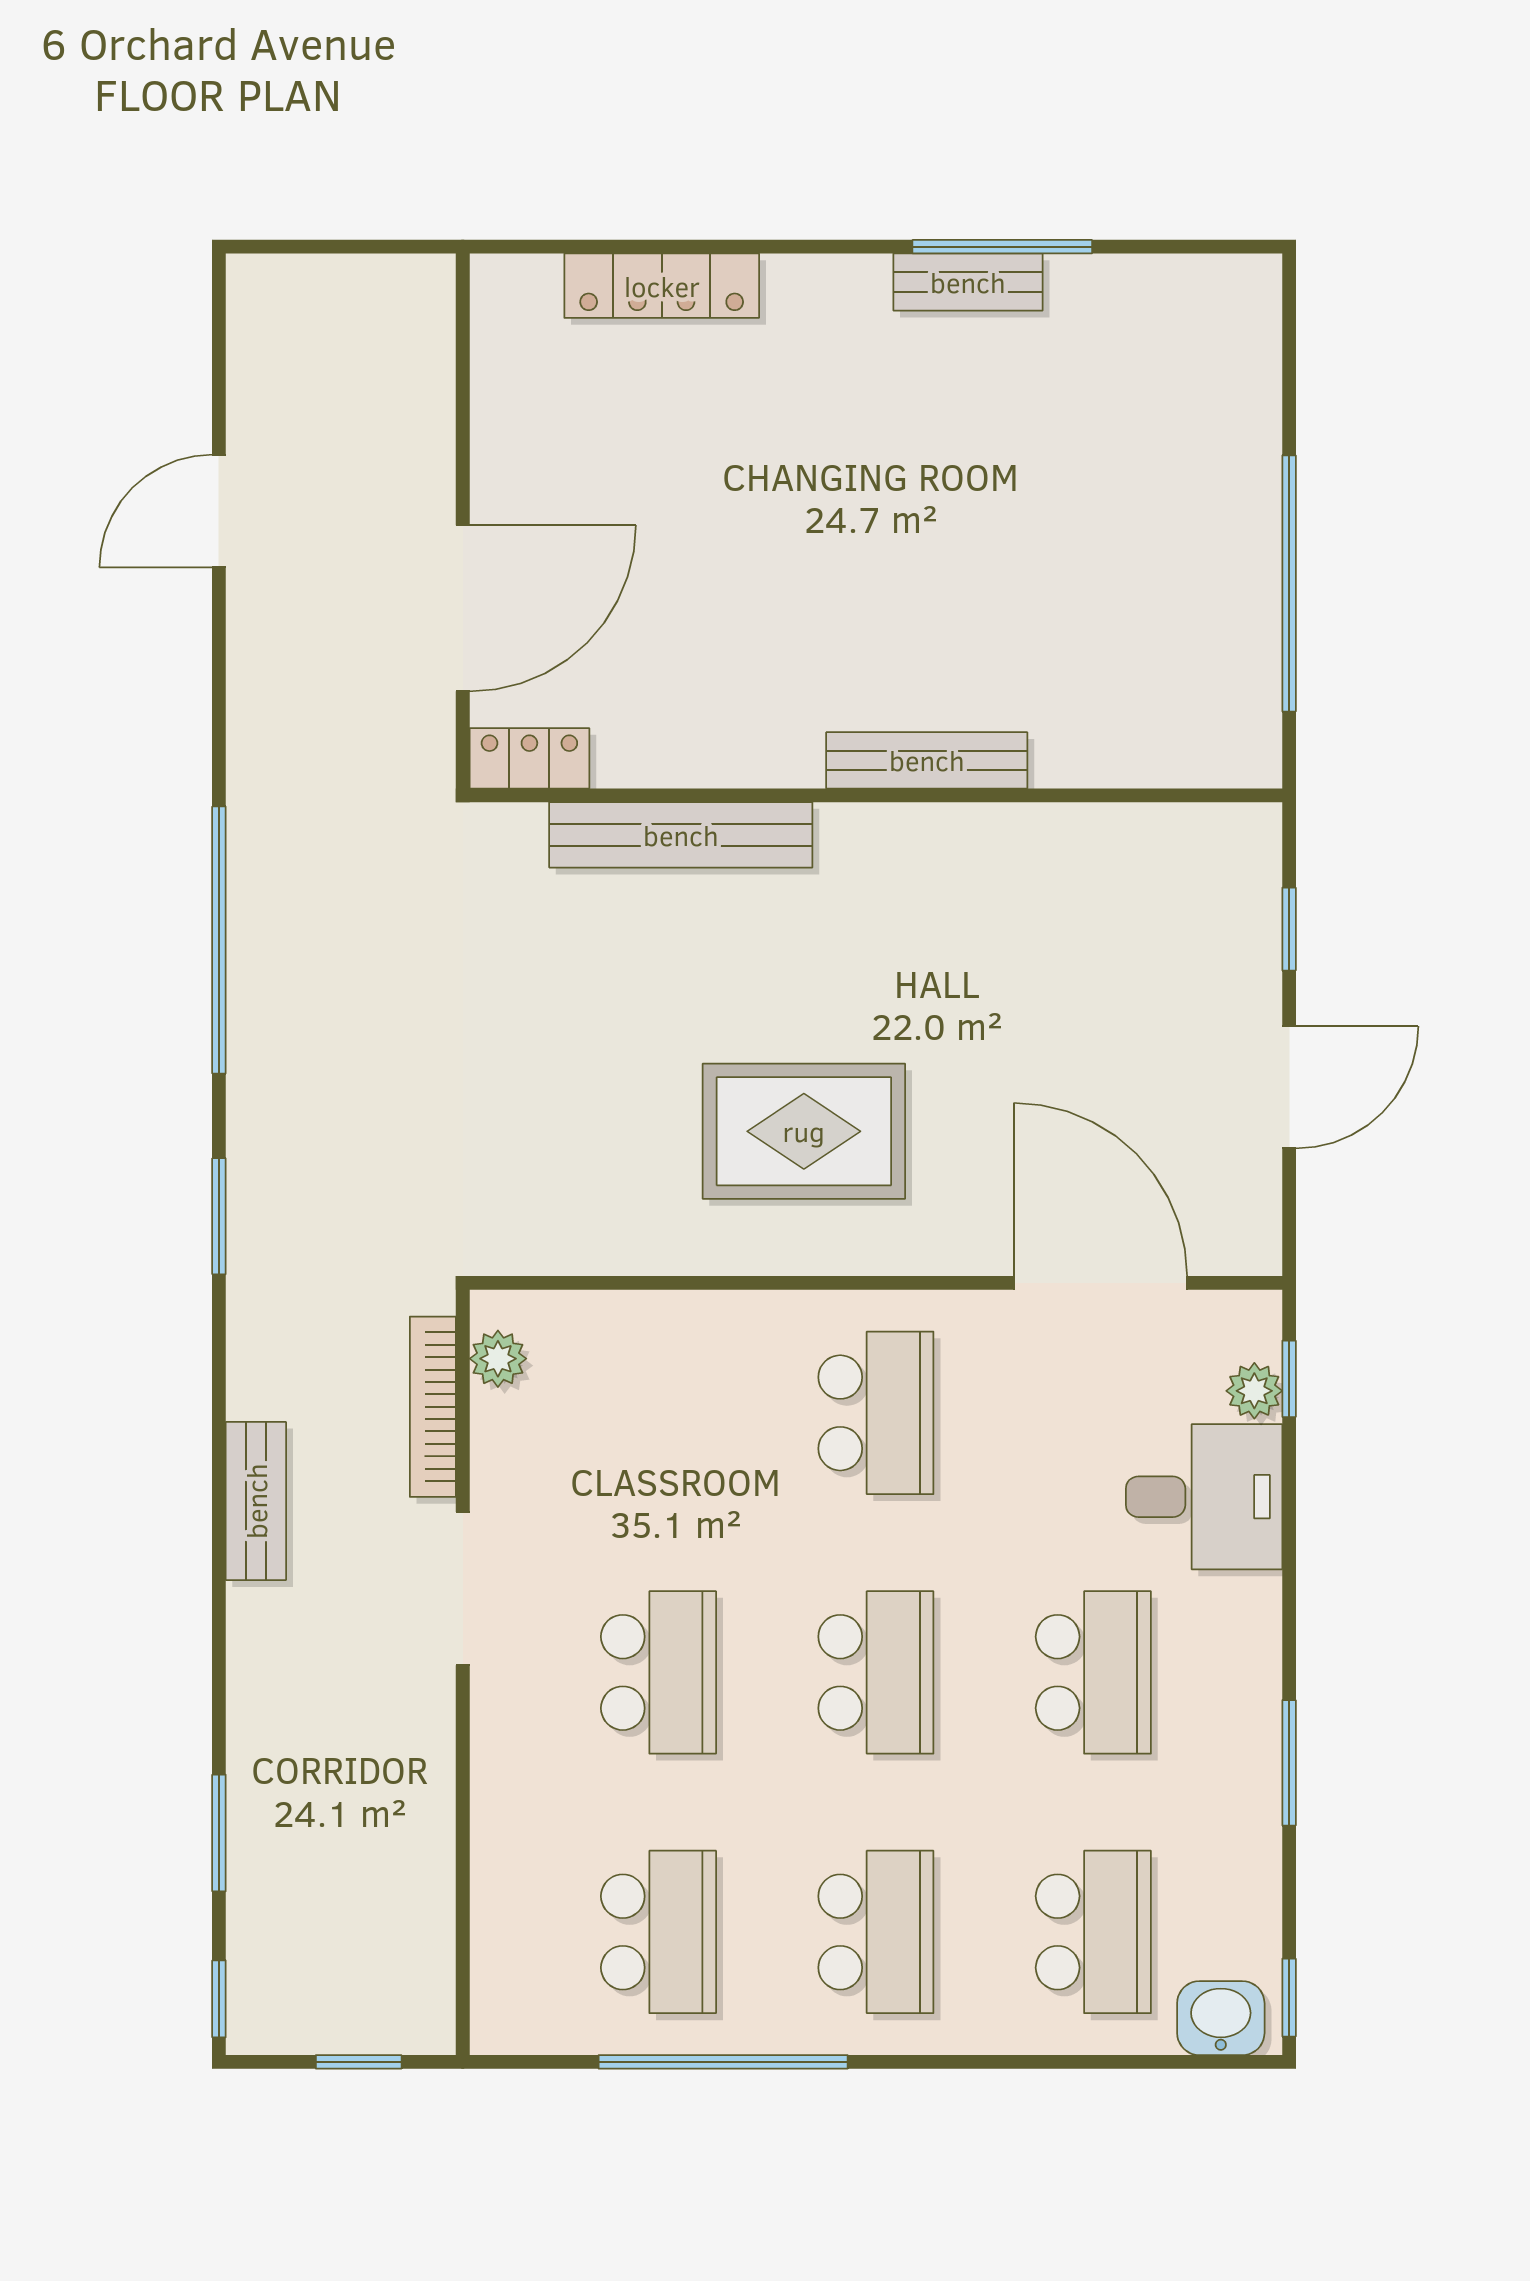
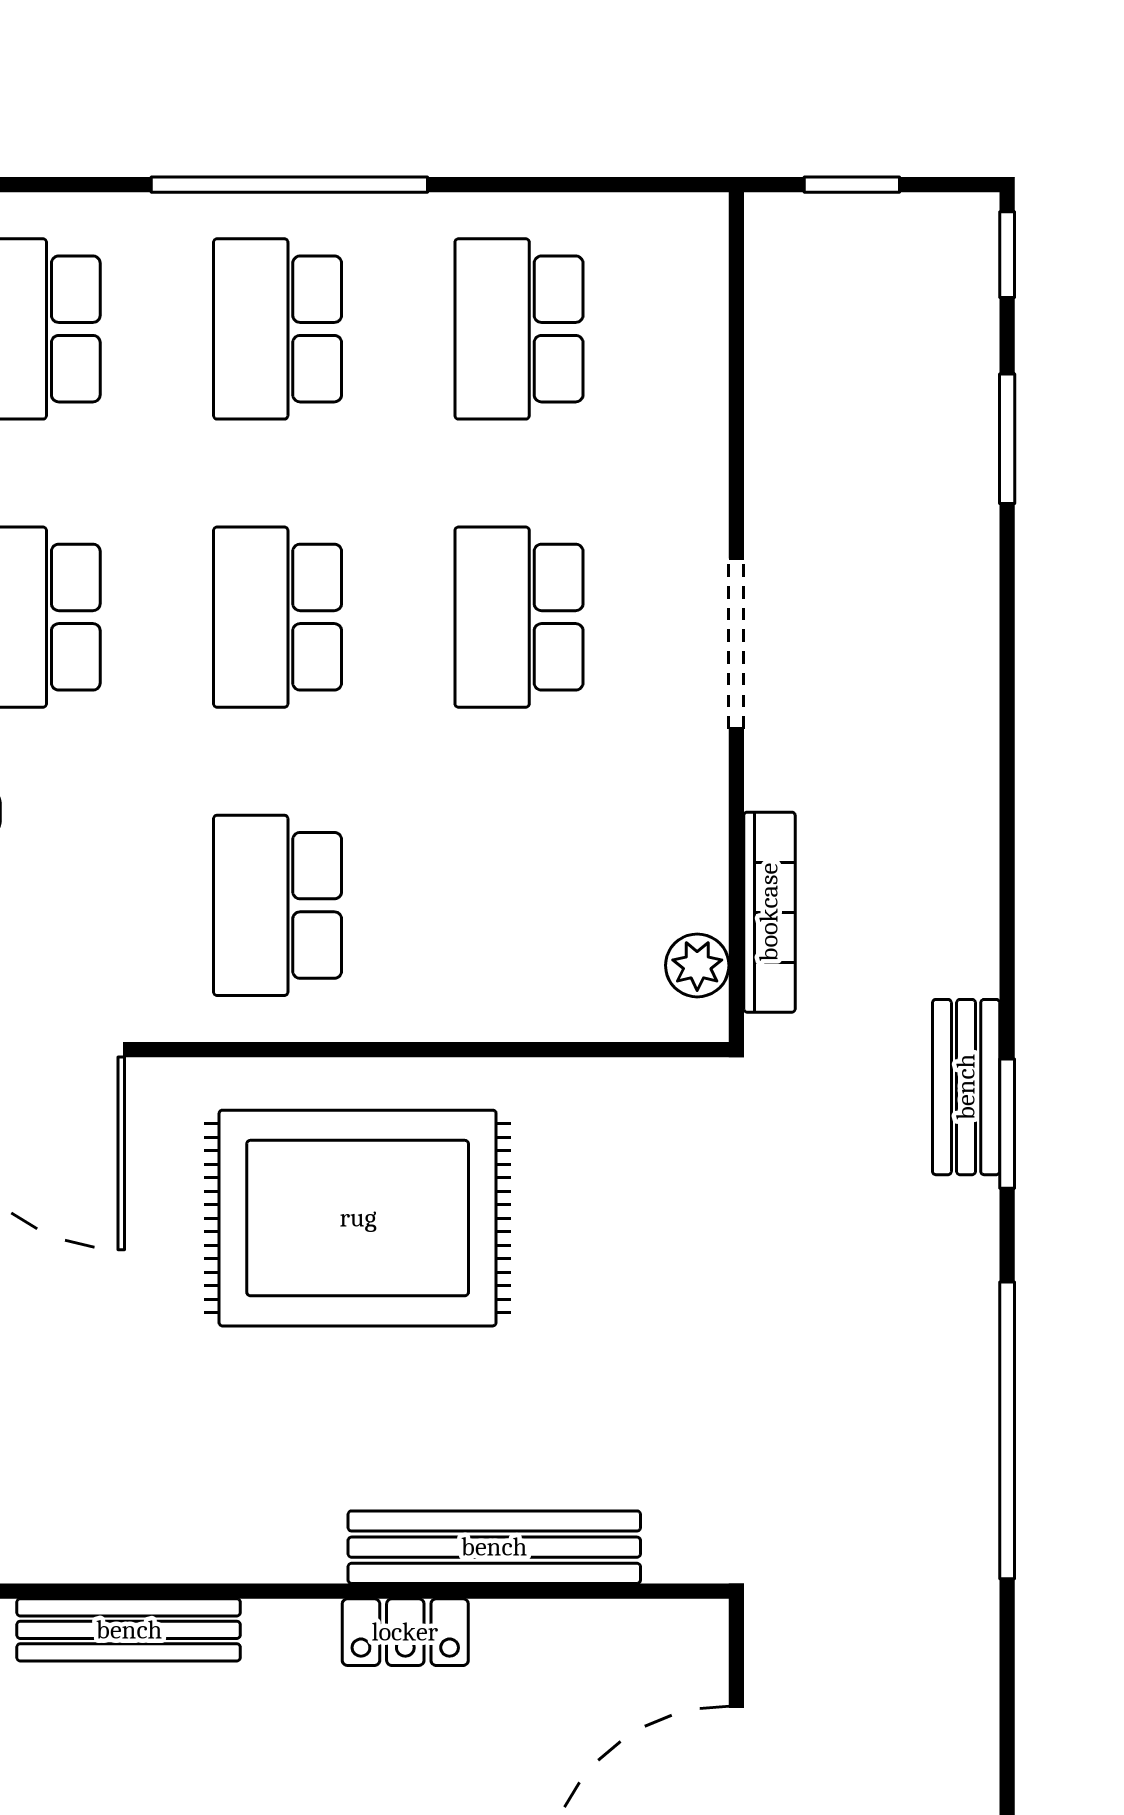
locker: (529, 758) -> (405, 1632), moved
bench: (927, 760) -> (129, 1630), moved
rug: (804, 1131) -> (358, 1218), width x1.37, depth x1.44
bench: (256, 1501) -> (966, 1087), moved
doorway: (463, 1589) -> (736, 644), moved
window: (723, 2062) -> (289, 185), moved

